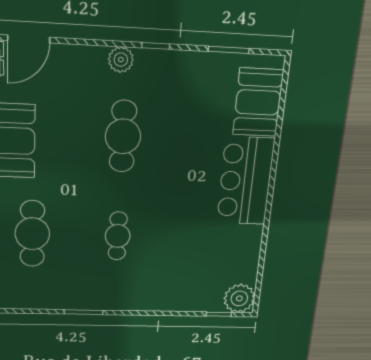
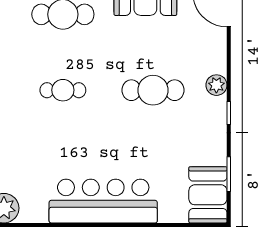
booth: (258, 102) -> (208, 195), moved, turned 90
bar counter: (245, 181) -> (103, 201), width x1.36

